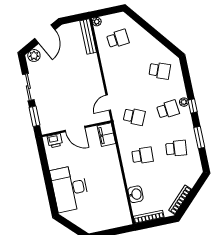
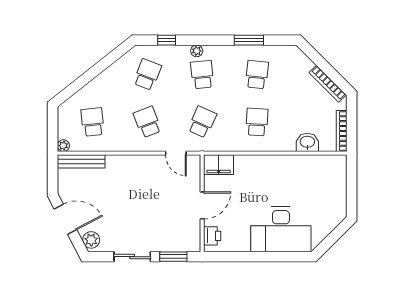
school desk: (126, 78) -> (147, 122), added
window: (193, 106) -> (167, 40), moved

